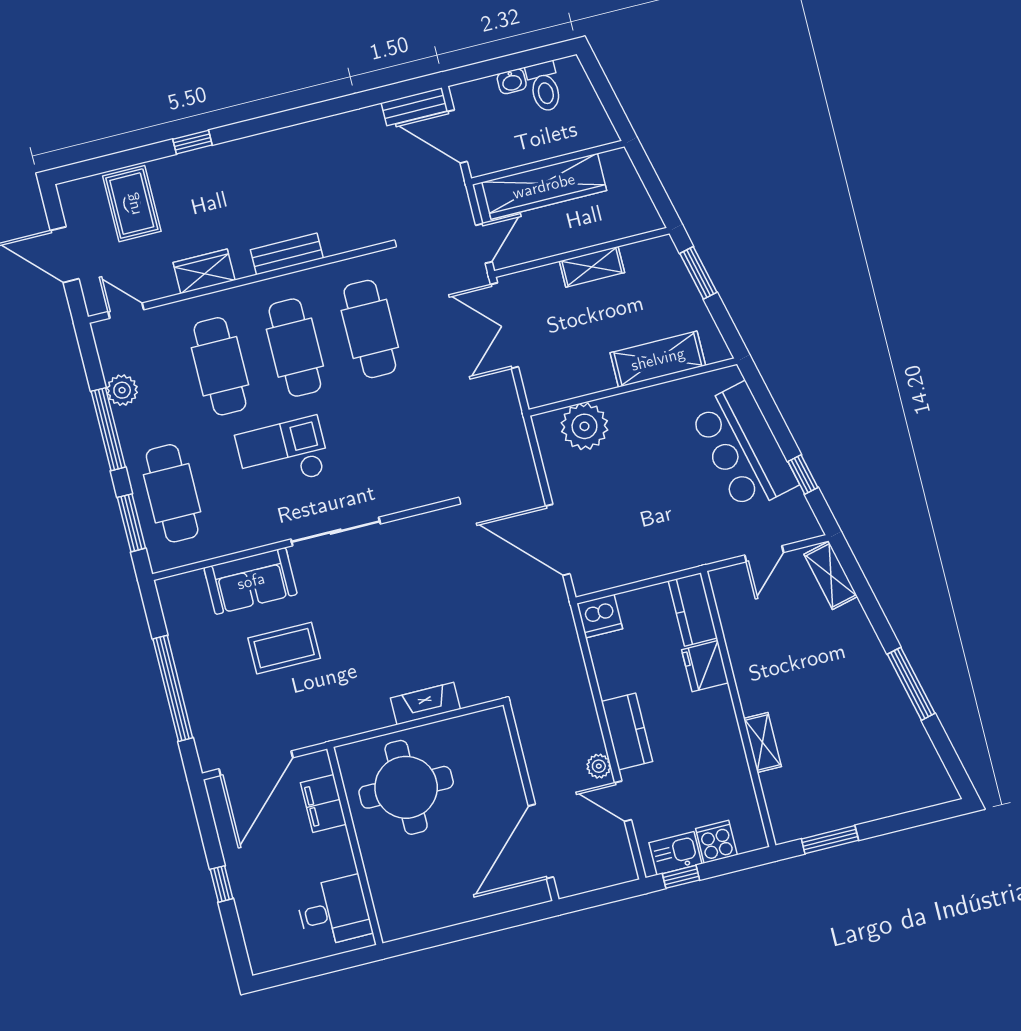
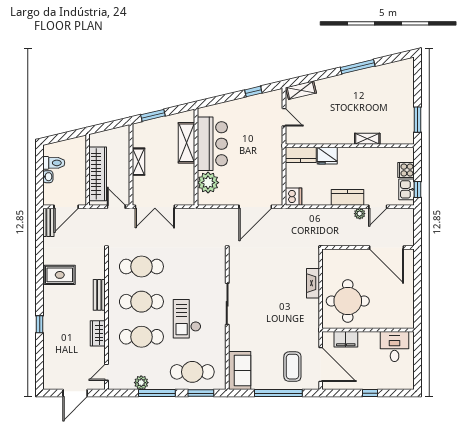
rug: (132, 204) -> (60, 275), moved
bar counter: (743, 447) -> (212, 144), moved, turned -77
sofa: (251, 581) -> (240, 370), moved
coffee table: (284, 648) -> (292, 367), moved

